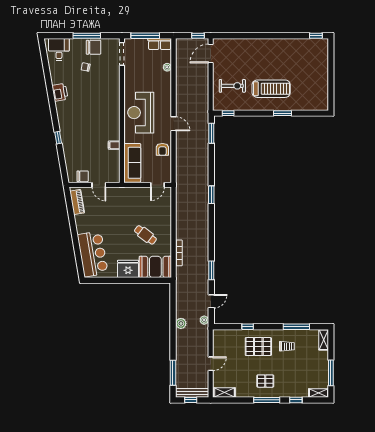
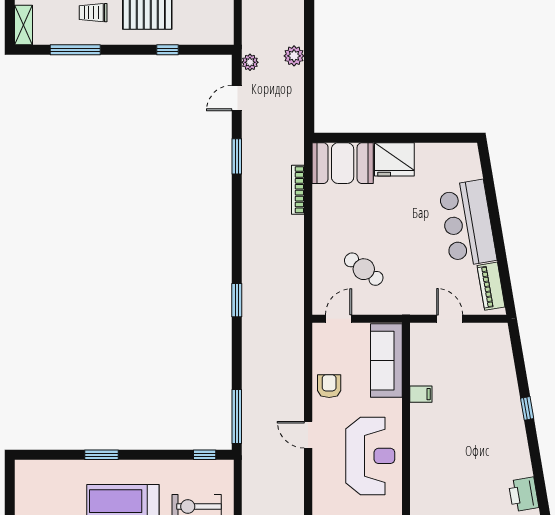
window: (211, 133) -> (237, 417), width x1.44
chair: (83, 176) -> (480, 335), removed
cafe table: (145, 235) -> (364, 269), moved
bar counter: (93, 254) -> (468, 223), moved

